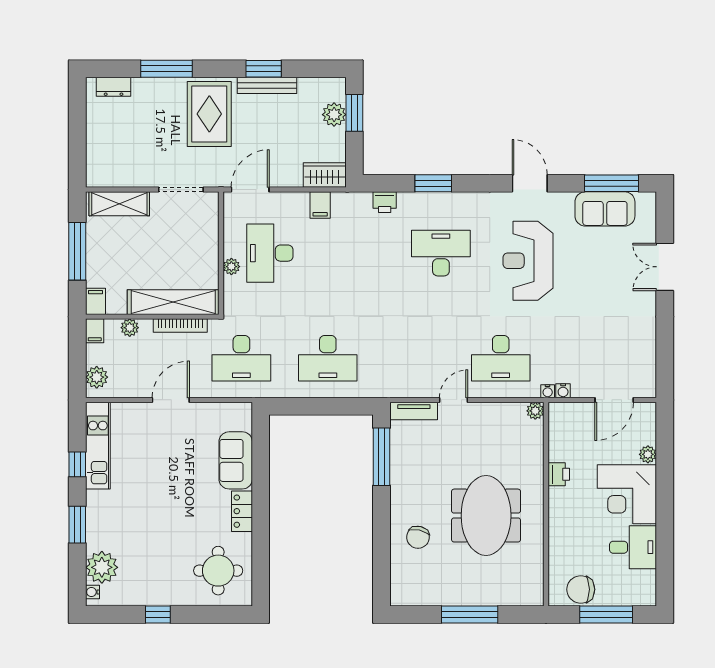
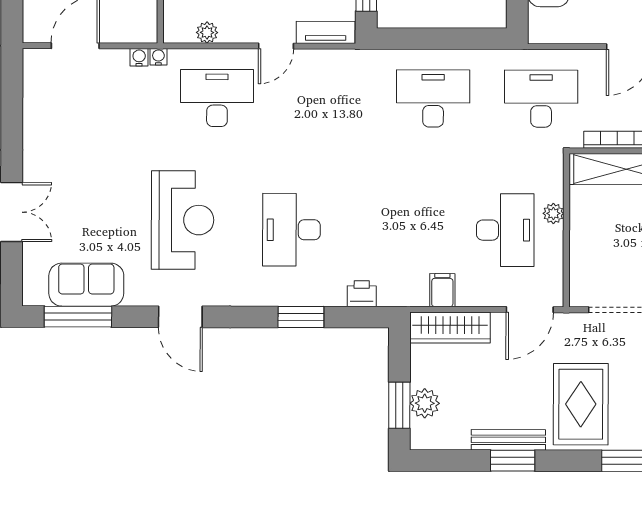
wardrobe: (325, 175) -> (450, 328), width x1.50
desk: (441, 253) -> (291, 230), turned 90
plant: (535, 411) -> (207, 33), moved

